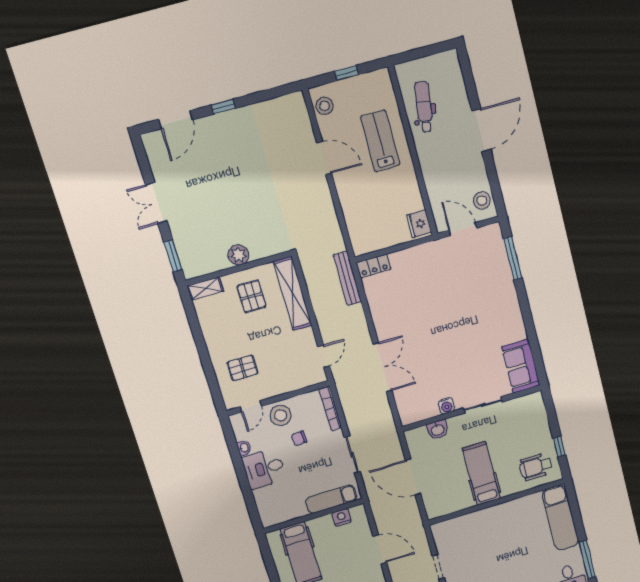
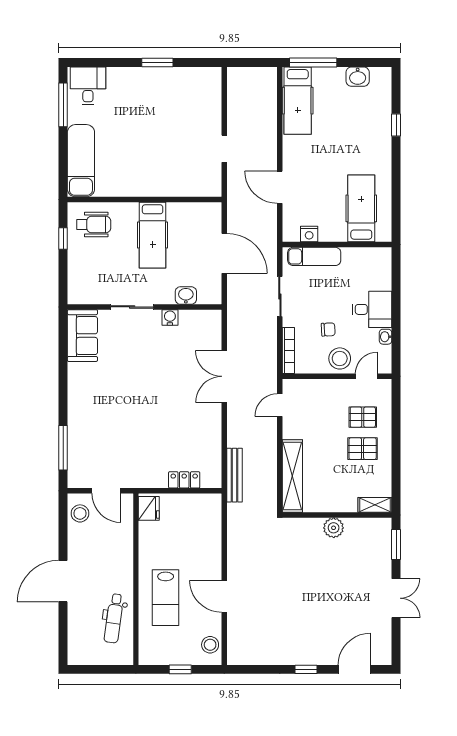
locker: (373, 266) -> (184, 480), moved
pallet: (251, 296) -> (363, 449), moved, turned 90

